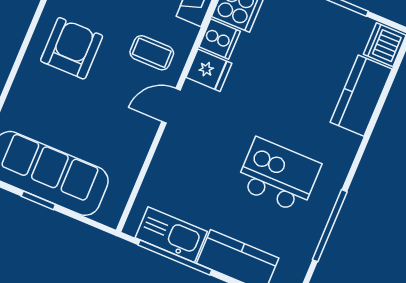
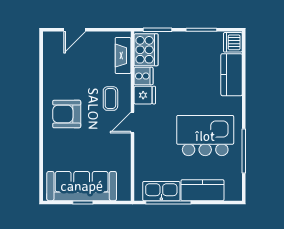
armchair: (72, 48) -> (67, 114), turned -90
coffee table: (152, 53) -> (110, 99), turned 90
kitchen island: (278, 175) -> (205, 136), width x1.37, depth x1.28

